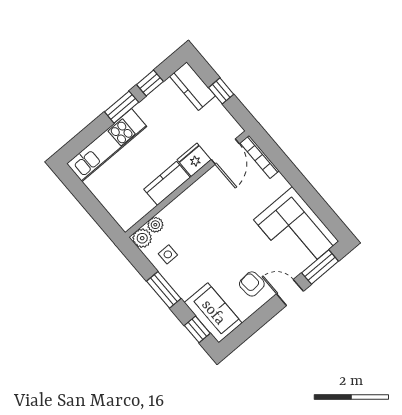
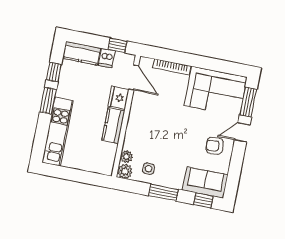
window: (221, 91) -> (118, 45), moved
dishwasher: (214, 111) -> (107, 58), added
bookcase: (260, 157) -> (172, 67), moved

